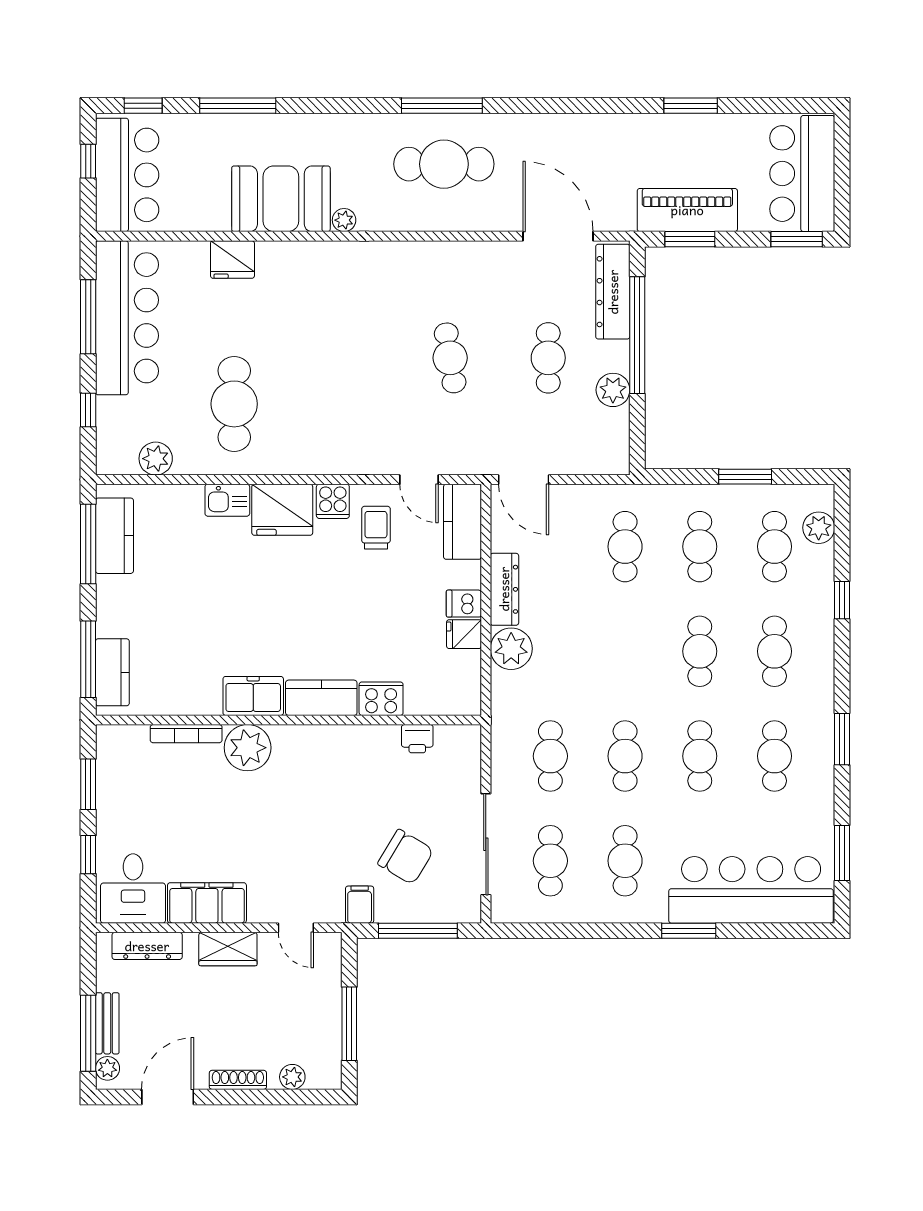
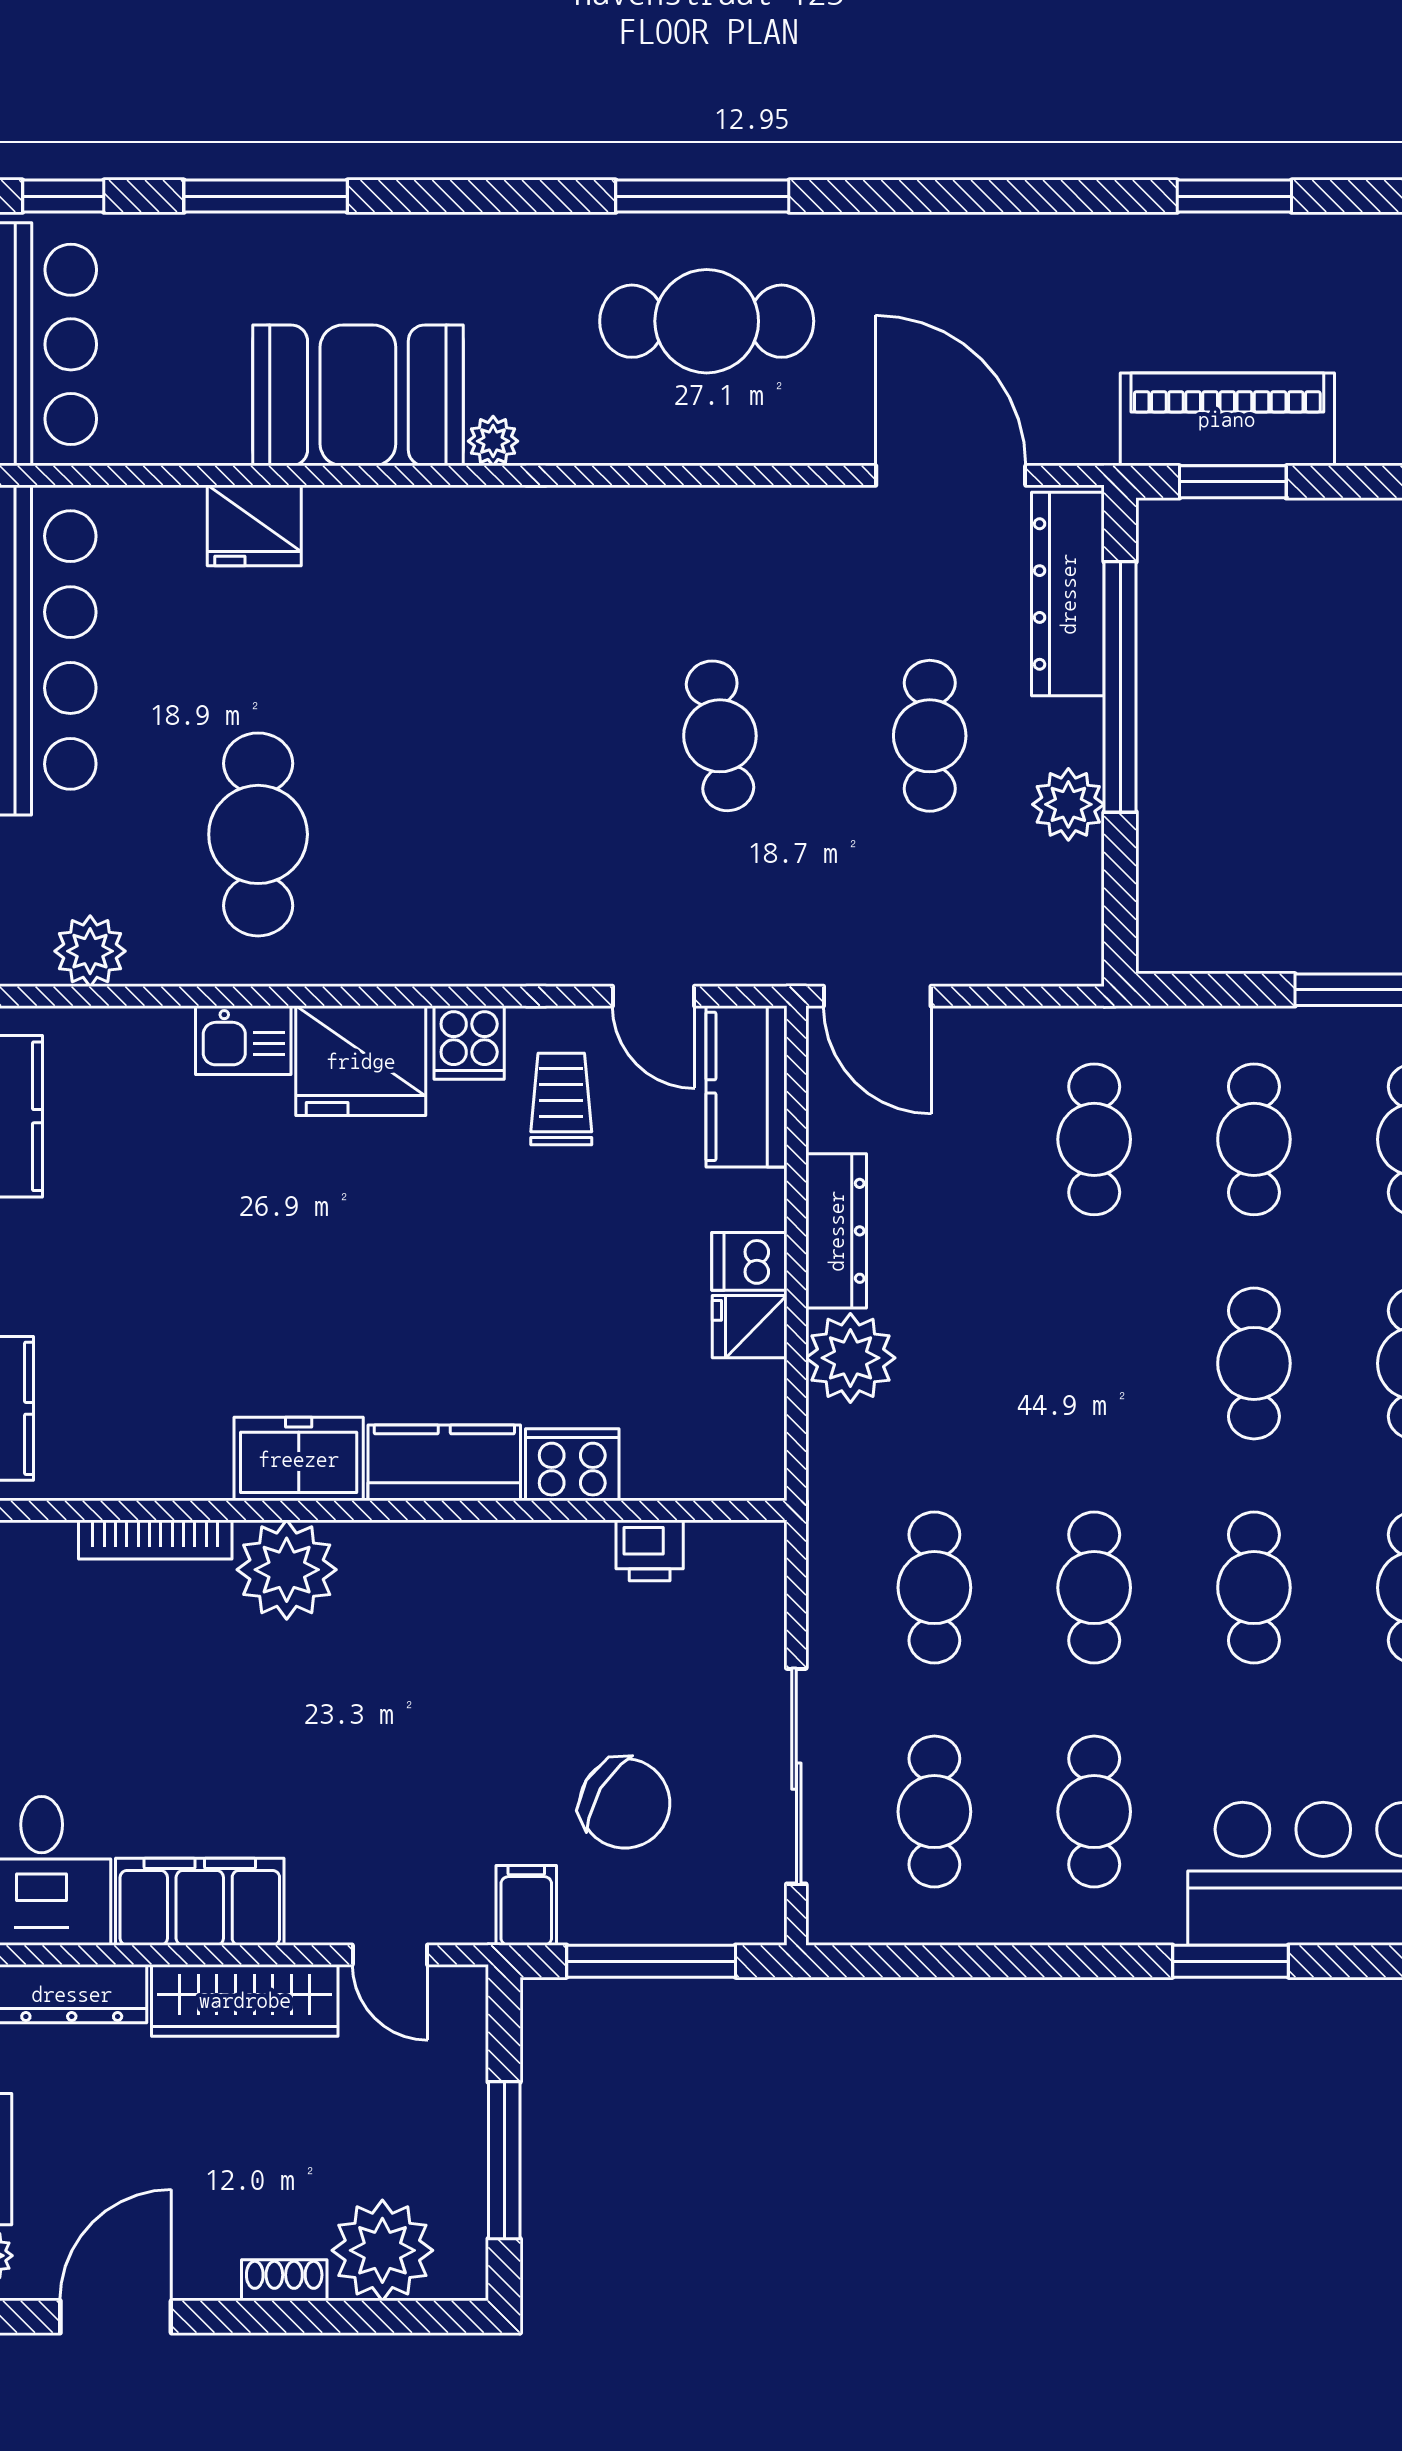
wardrobe: (228, 949) -> (245, 2000), width x1.50
plant: (292, 1077) -> (382, 2250), width x1.88, depth x1.88
shoe rack: (238, 1080) -> (284, 2280), width x0.70

